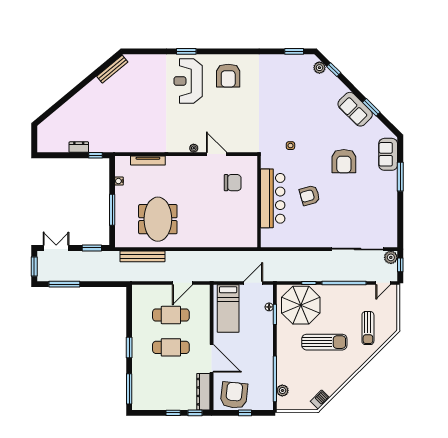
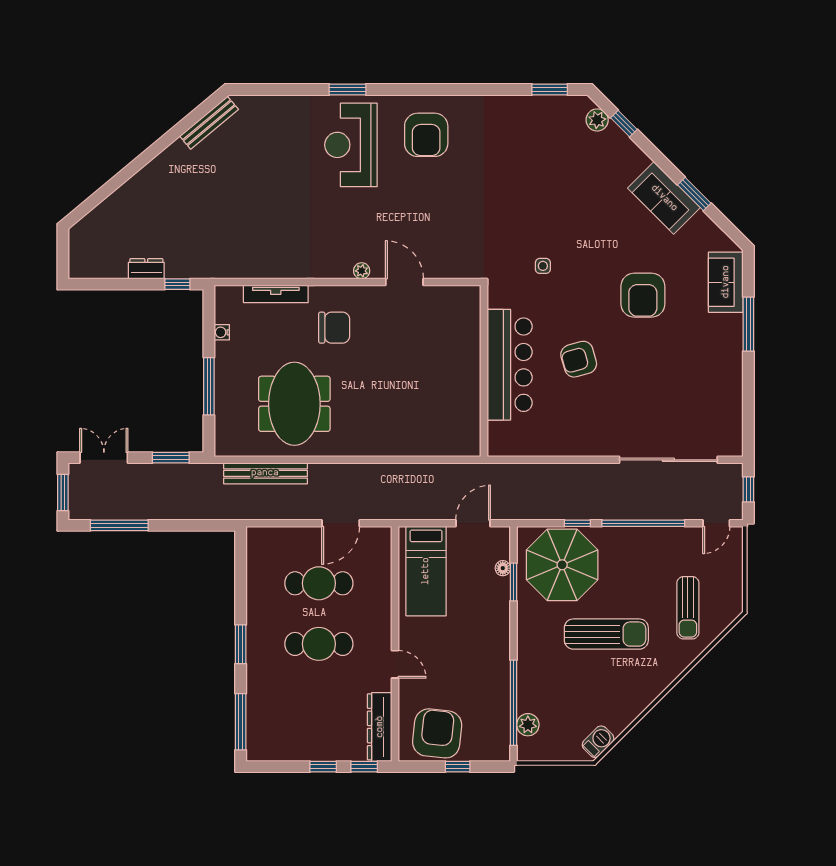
chair: (233, 183) -> (334, 328), moved
plant: (391, 257) -> (731, 475), removed
door: (212, 358) -> (395, 664), width x0.53

